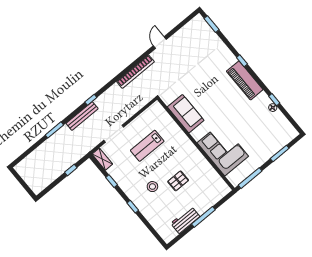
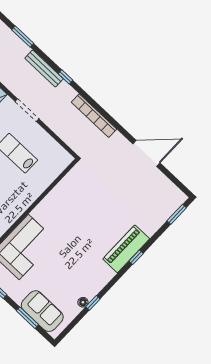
door: (160, 42) -> (146, 153), width x1.87
bookcase: (135, 72) -> (94, 116), moved
piano: (245, 80) -> (126, 249), moved
sofa: (186, 114) -> (42, 311), moved, turned -90

